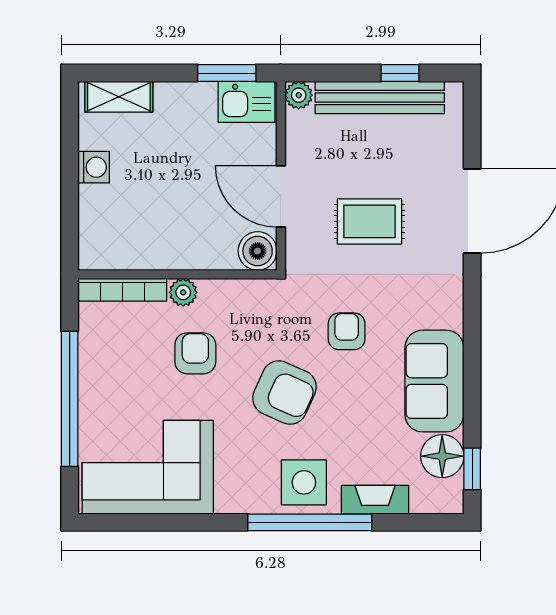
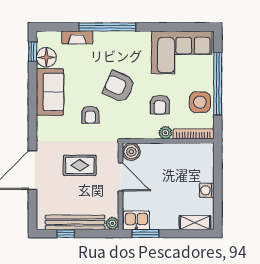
side table: (304, 482) -> (200, 102), moved

